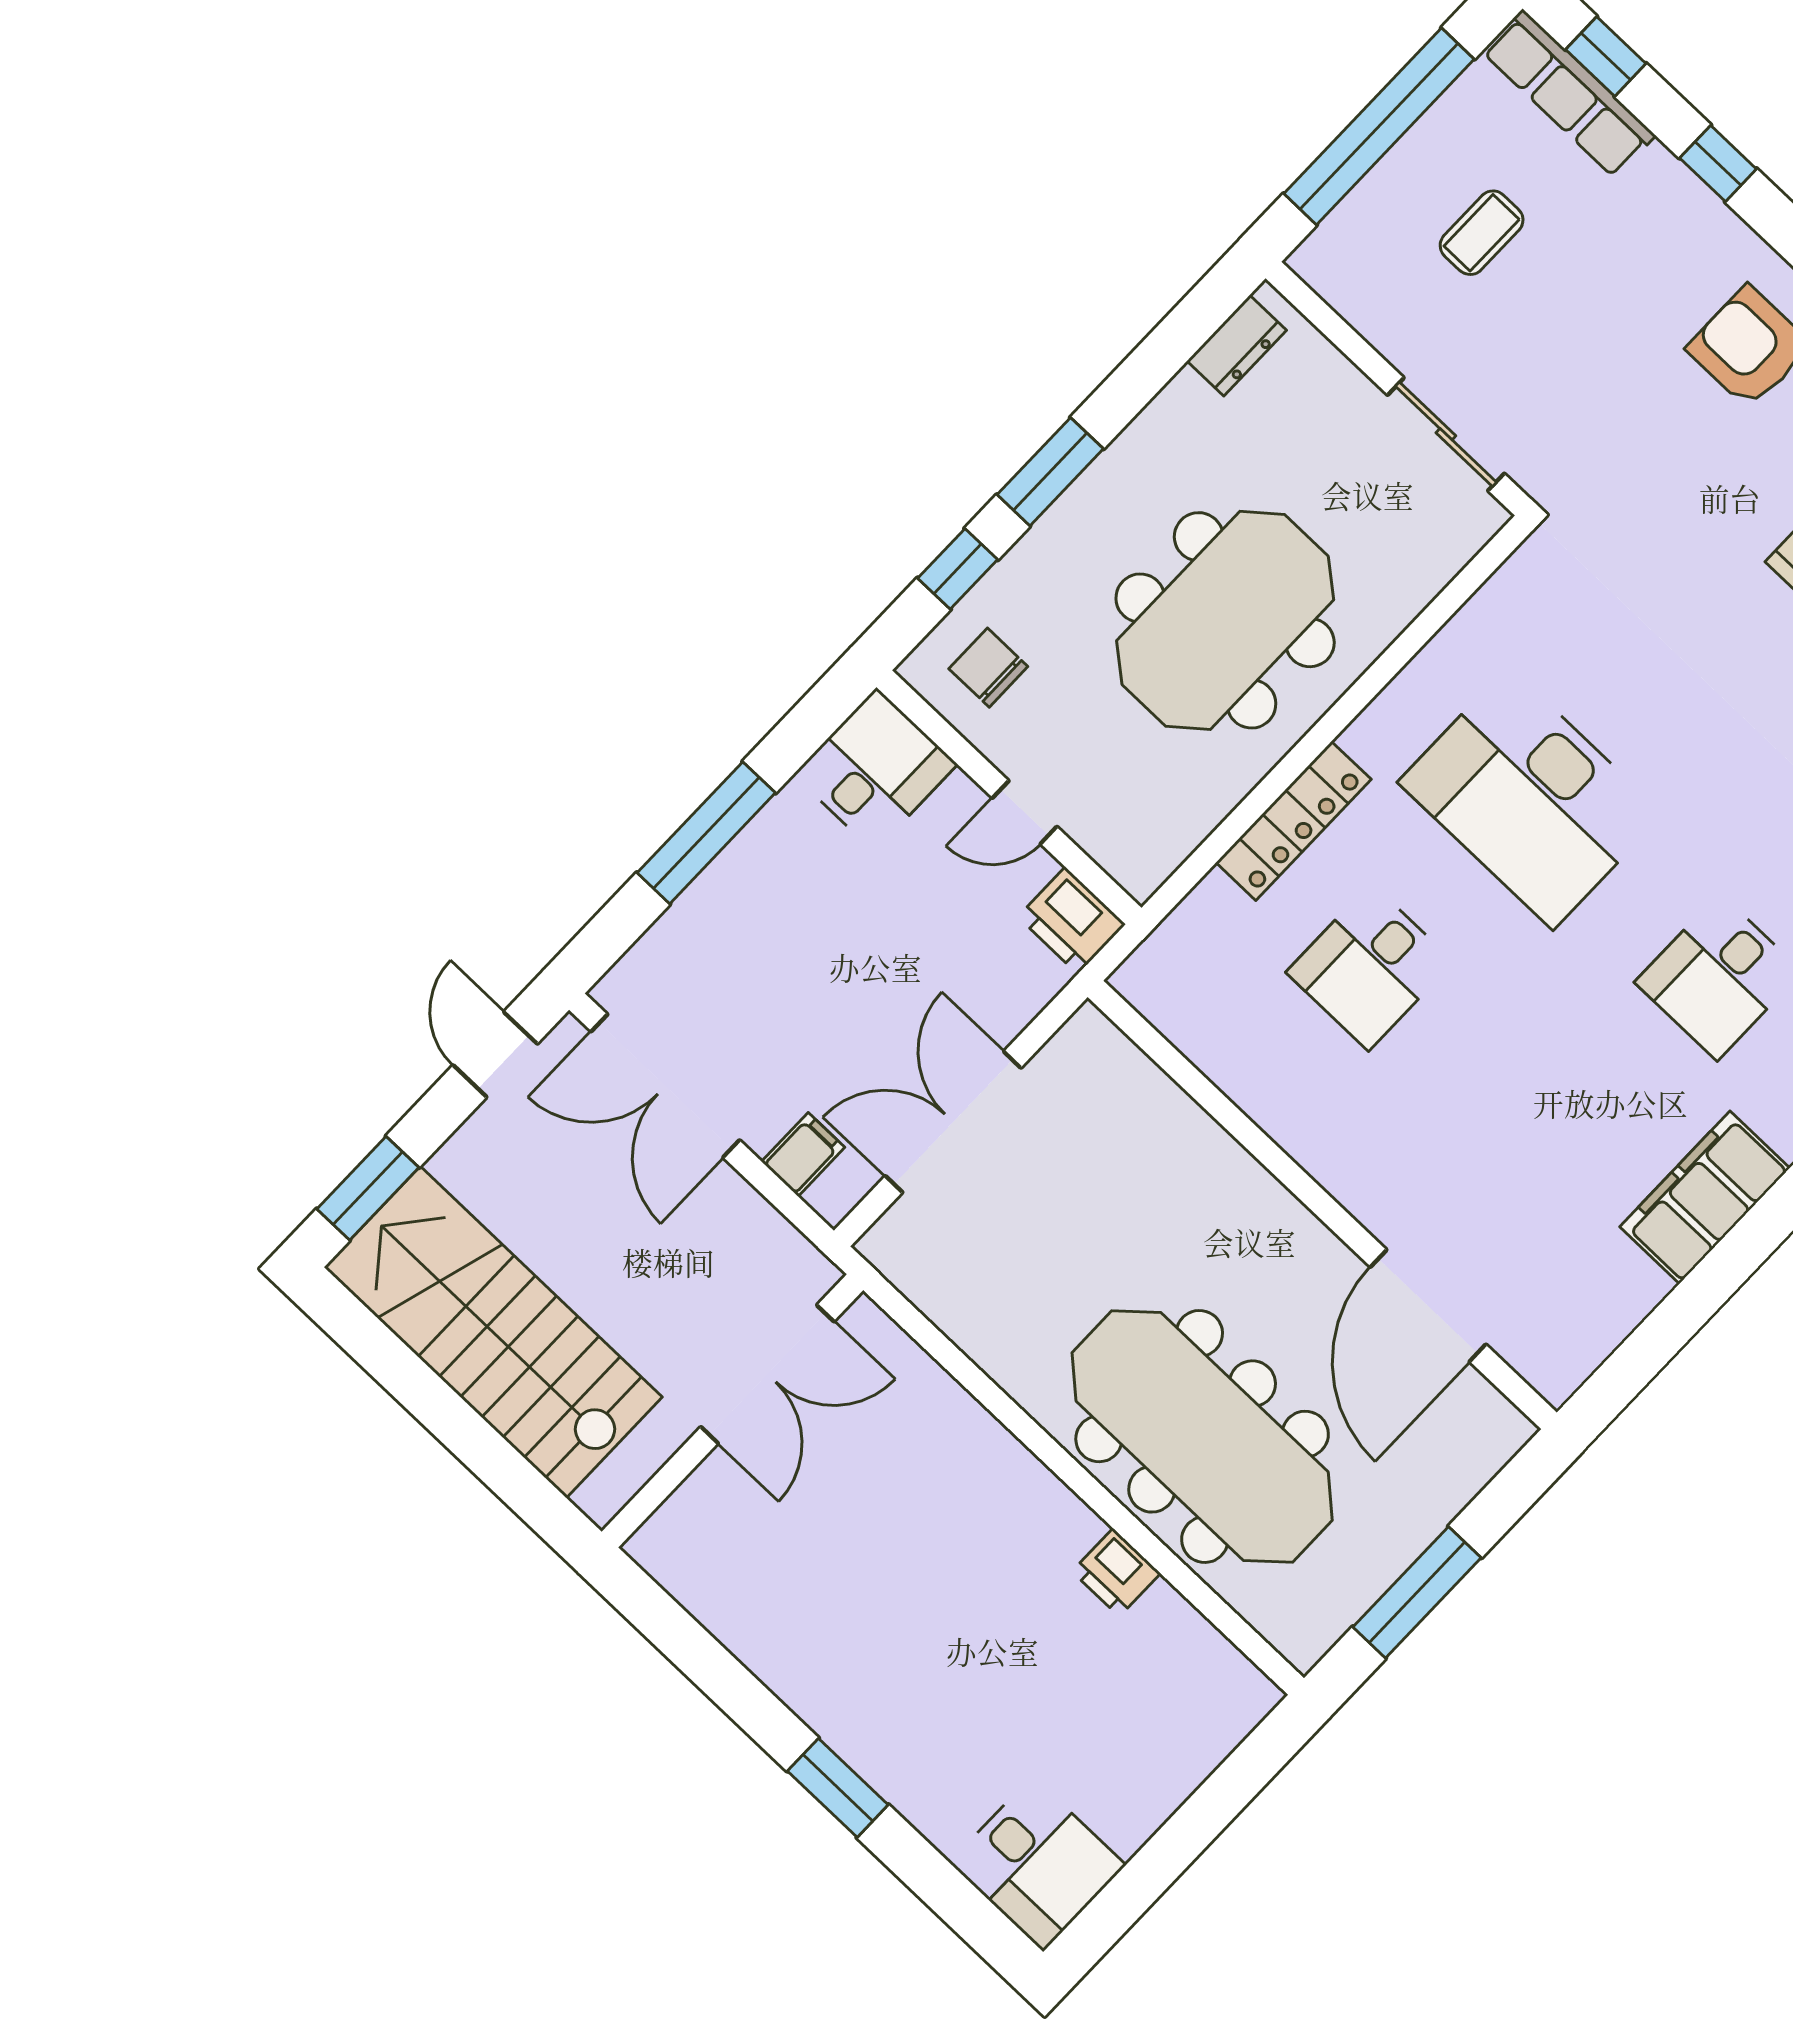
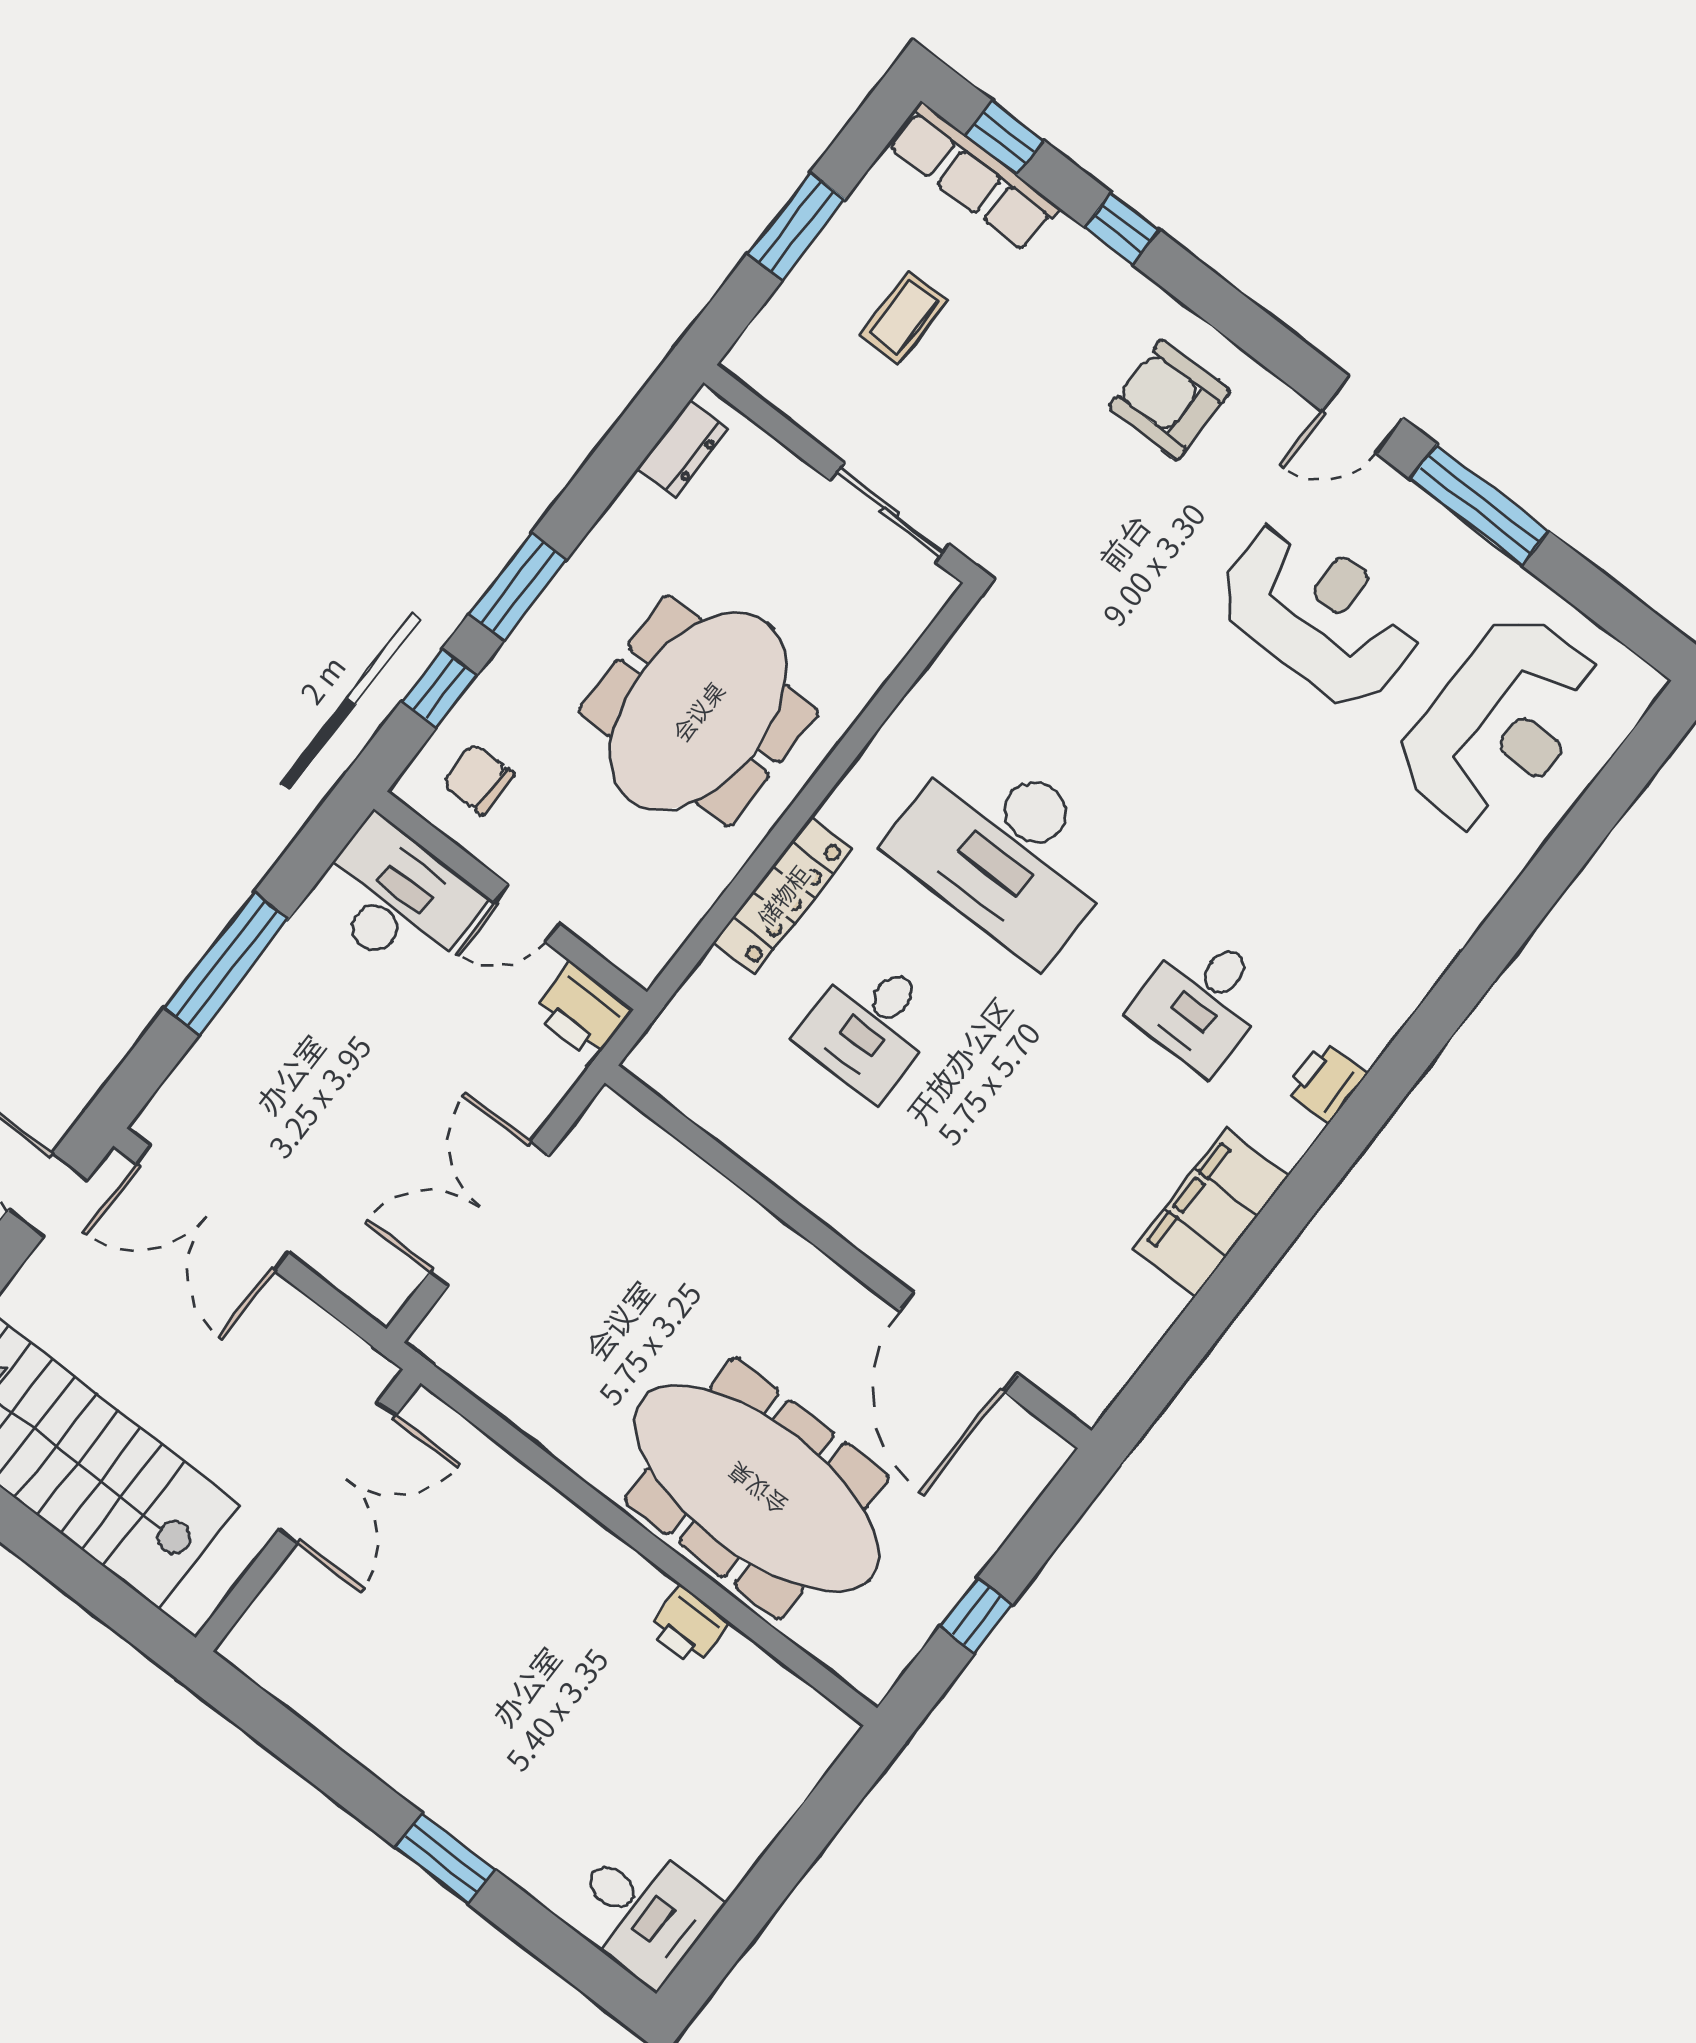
window: (1379, 126) -> (796, 227), width x0.47
desk: (875, 770) -> (397, 899), width x1.37
filing cabinet: (803, 1155) -> (350, 1260), removed
window: (1417, 1592) -> (976, 1616), width x0.46

